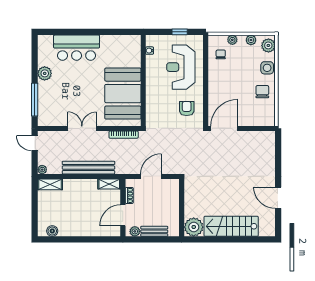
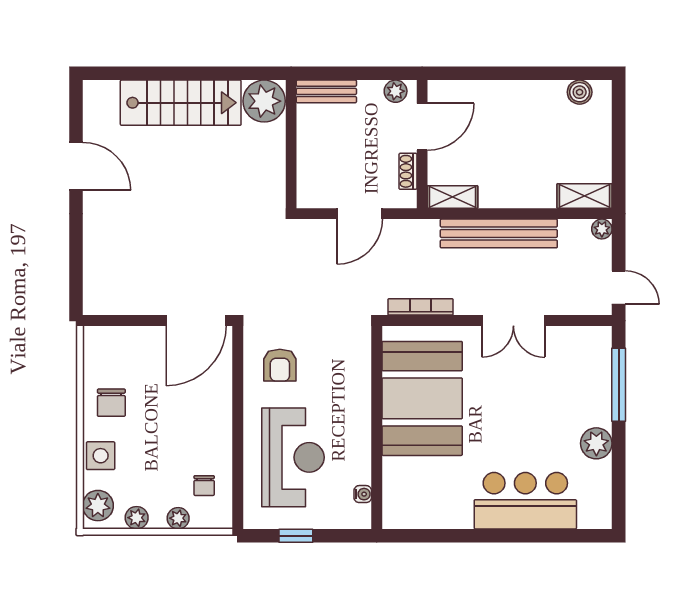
bench: (154, 231) -> (326, 91), moved

